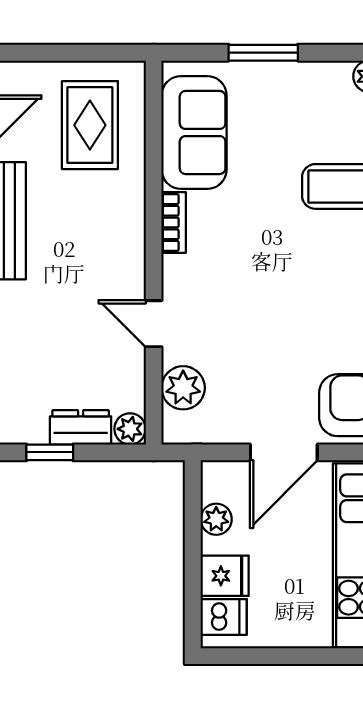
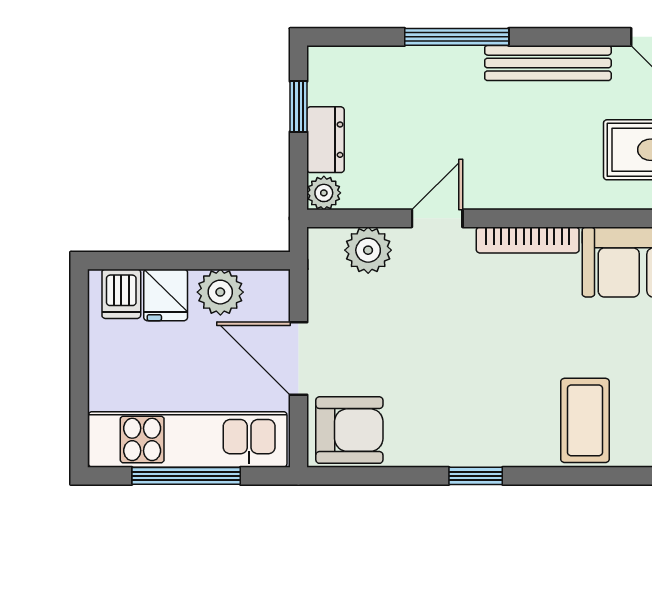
bookcase: (174, 222) -> (528, 240), width x1.56
plant: (216, 519) -> (220, 292), width x1.38, depth x1.38

